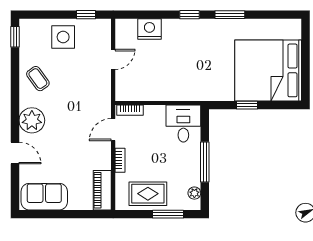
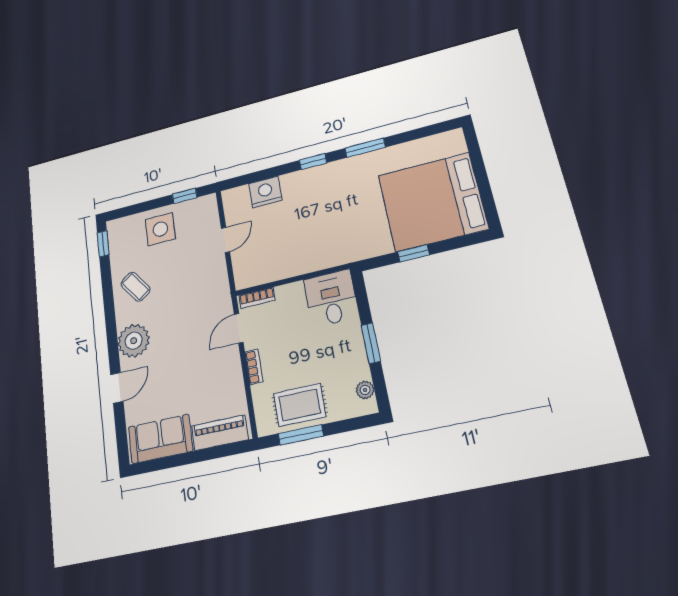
door: (15, 153) -> (117, 388), hinge flipped
window: (205, 162) -> (371, 343), width x0.69
piano: (102, 190) -> (220, 433), moved, turned 90
window: (168, 214) -> (301, 435), moved

